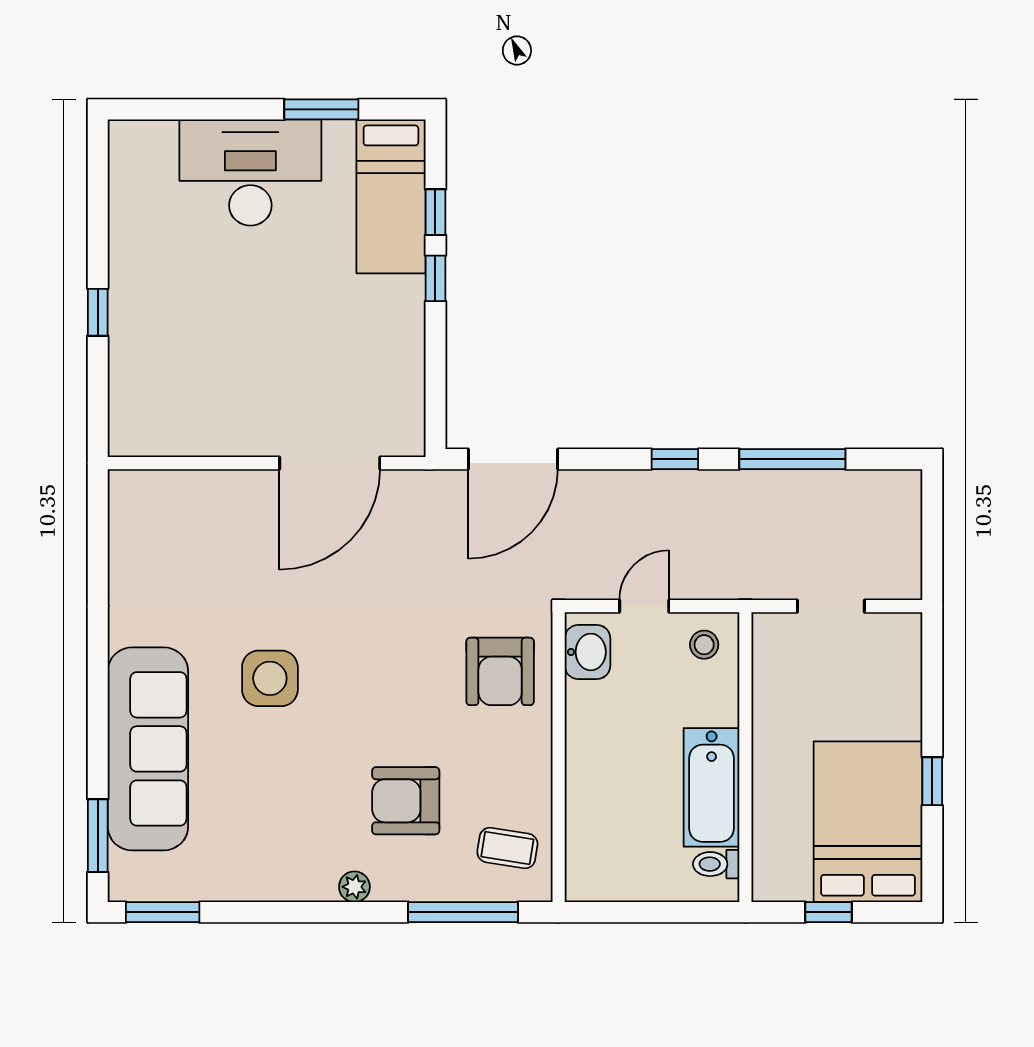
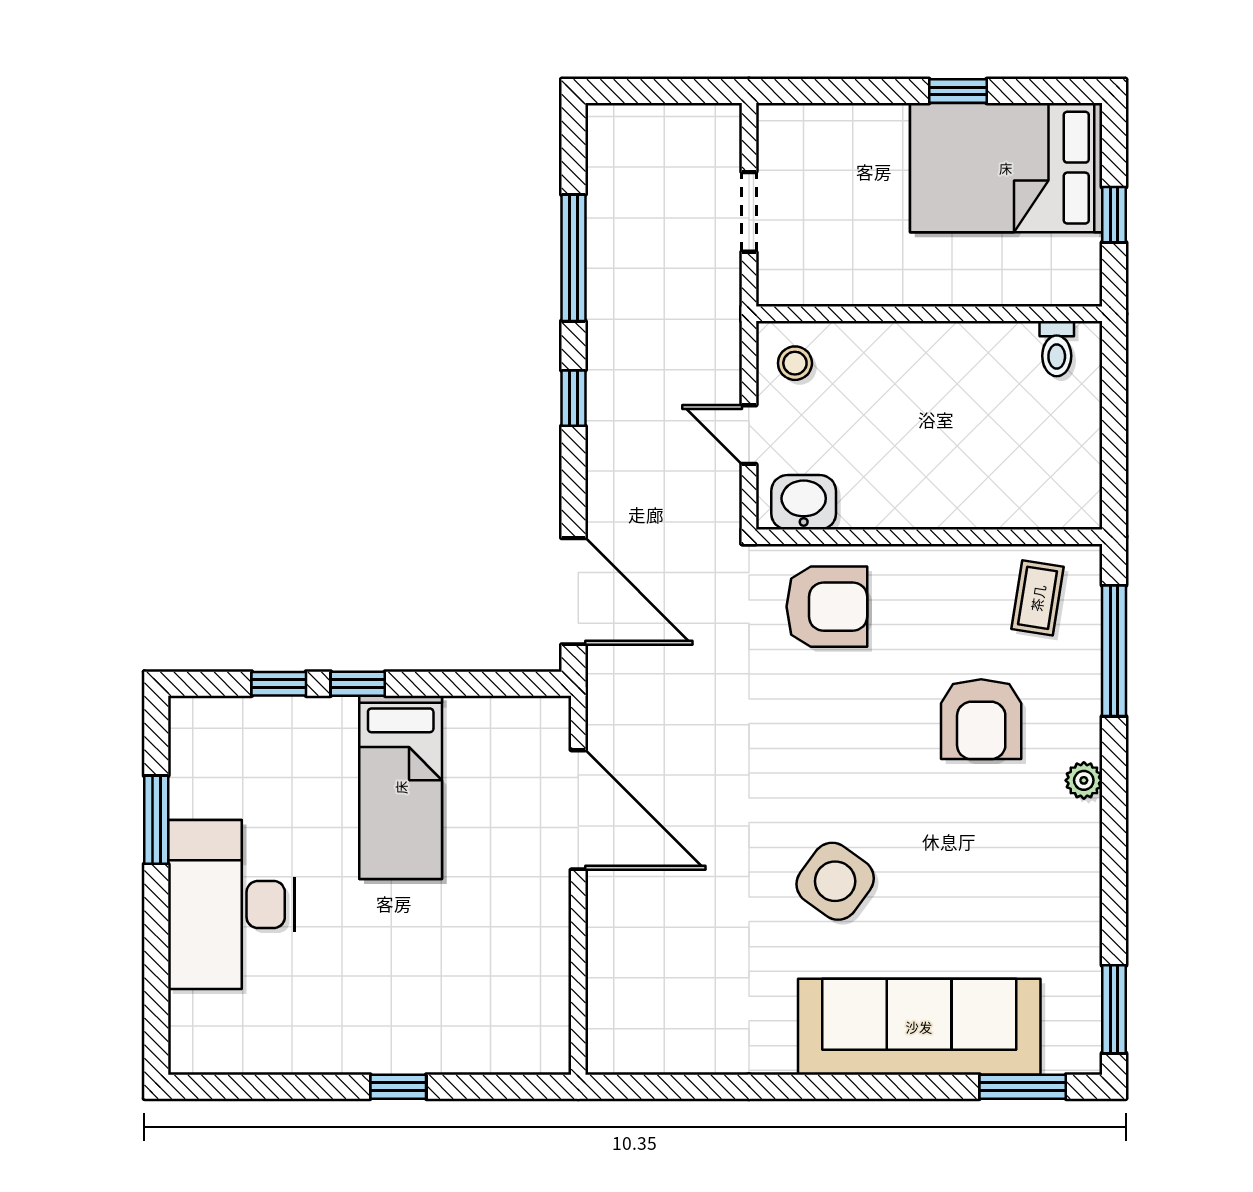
bed: (391, 196) -> (401, 787), moved, turned 90
side table: (270, 678) -> (835, 881), turned 36
bathtub: (712, 787) -> (965, 354), removed

